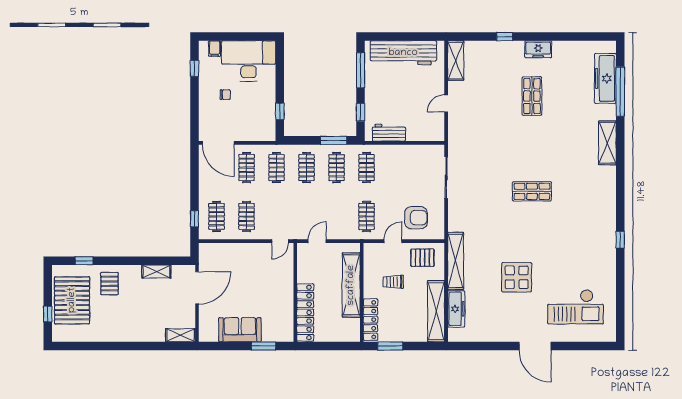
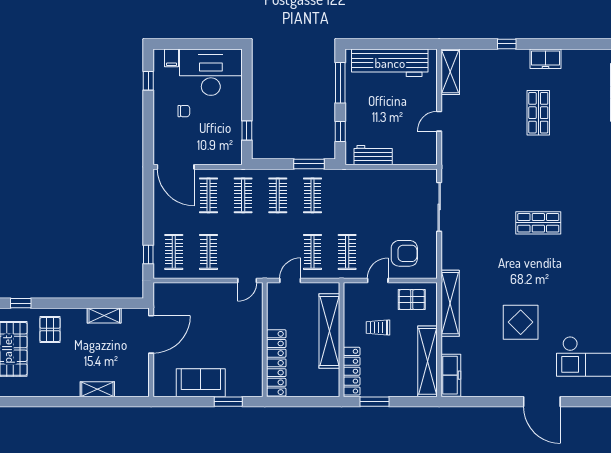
clothes rail: (367, 168) -> (312, 252), moved
freezer: (456, 309) -> (451, 375), moved
shelving: (180, 335) -> (97, 389), moved

